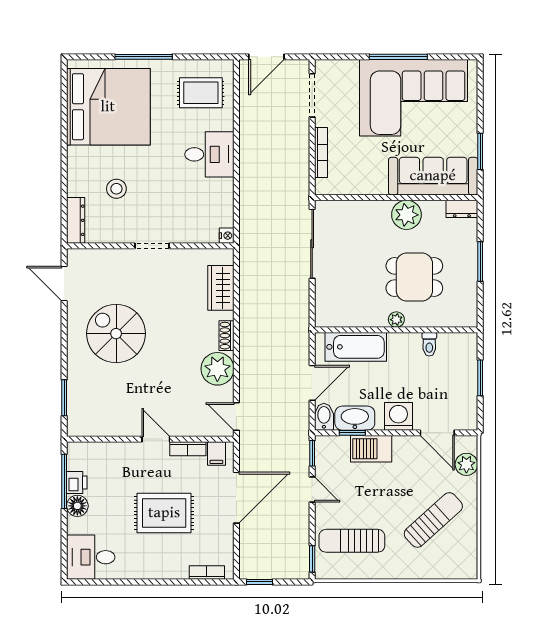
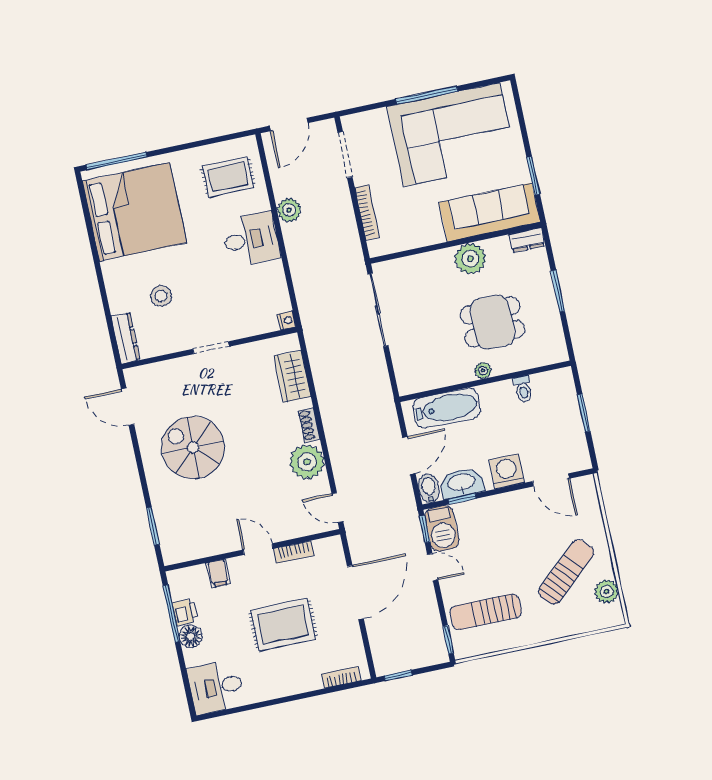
window: (144, 57) -> (117, 161), moved
plant: (250, 135) -> (289, 210), added
barbecue: (371, 449) -> (442, 528), moved, turned -90
filing cabinet: (216, 454) -> (218, 573), moved
plant: (466, 464) -> (607, 591), moved

